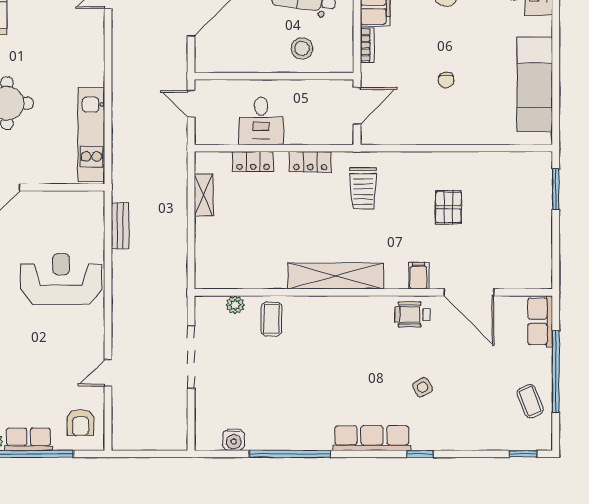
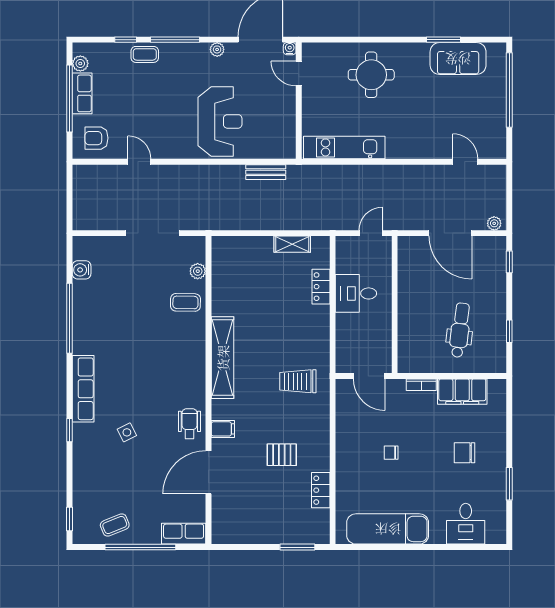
stool: (302, 48) -> (418, 329), removed
locker: (310, 162) -> (321, 490), moved

